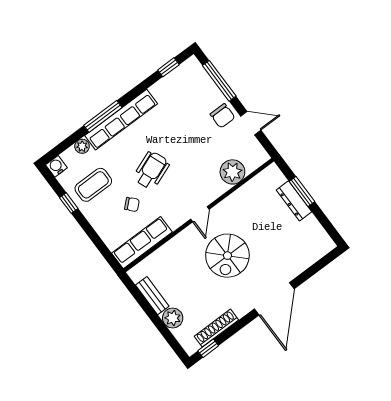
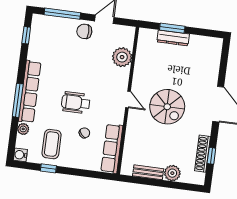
chair: (223, 116) -> (84, 31), turned 180
wheelchair: (151, 170) -> (76, 103), turned -69
window: (208, 348) -> (211, 156), moved

